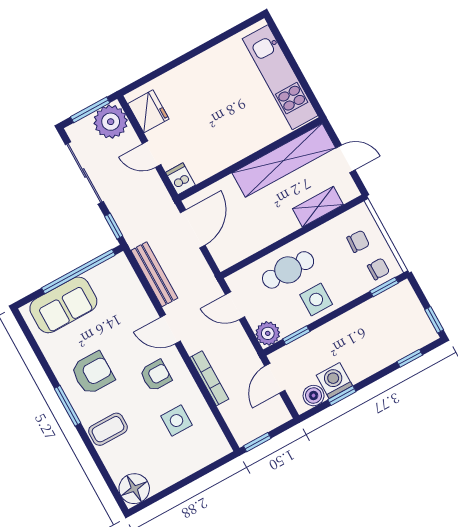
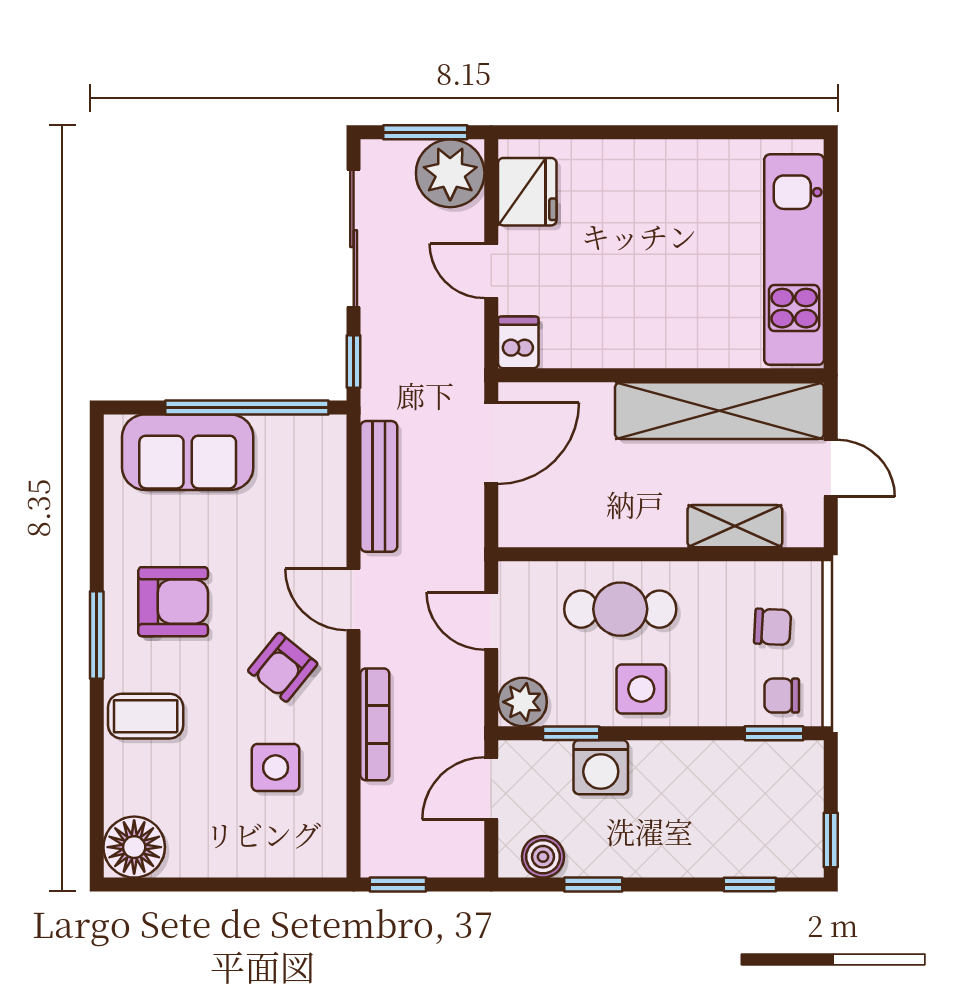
chair: (378, 269) -> (782, 696), turned 180
armchair: (156, 375) -> (283, 667), turned 129
washing machine: (334, 380) -> (601, 767), moved, turned 180

